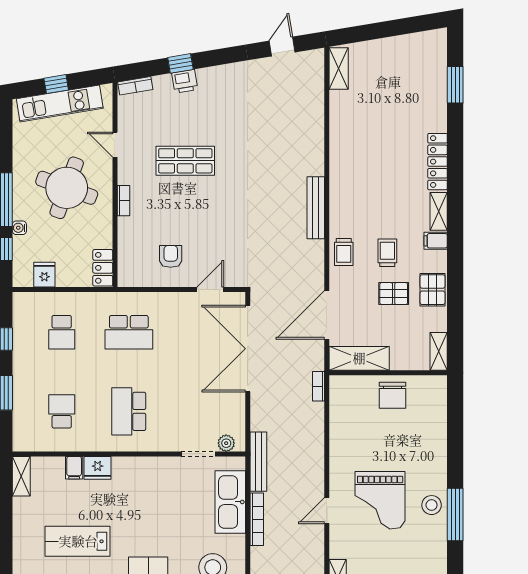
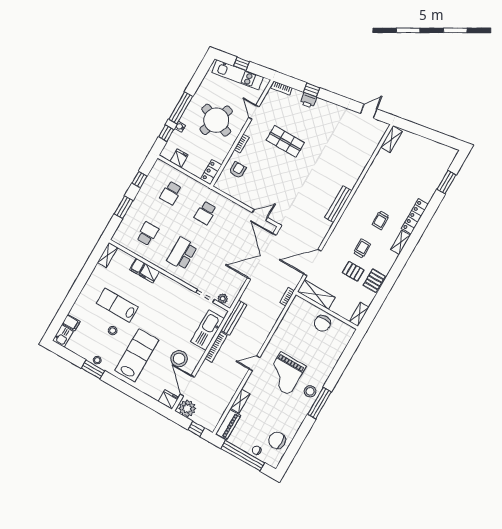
filing cabinet: (436, 241) -> (390, 257), removed
trolley: (344, 252) -> (381, 220), moved
armchair: (171, 256) -> (238, 170), moved
school desk: (129, 332) -> (205, 213), width x0.54

